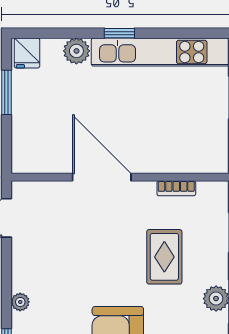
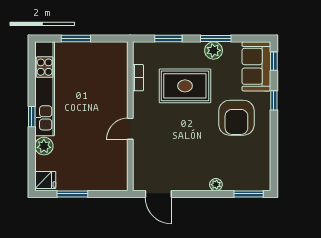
door: (102, 177) -> (130, 129), width x0.53
rug: (164, 257) -> (185, 86), width x1.36, depth x1.43

